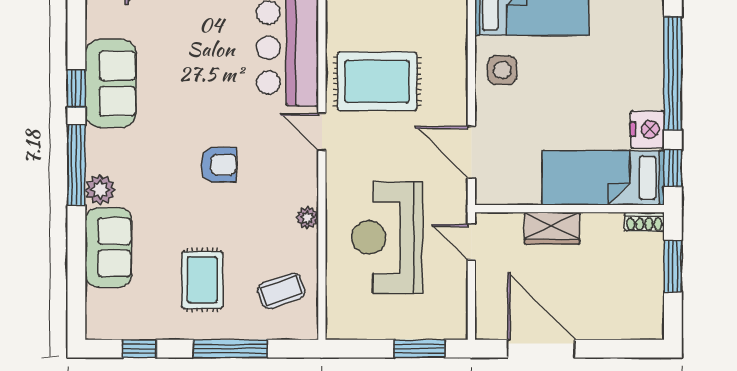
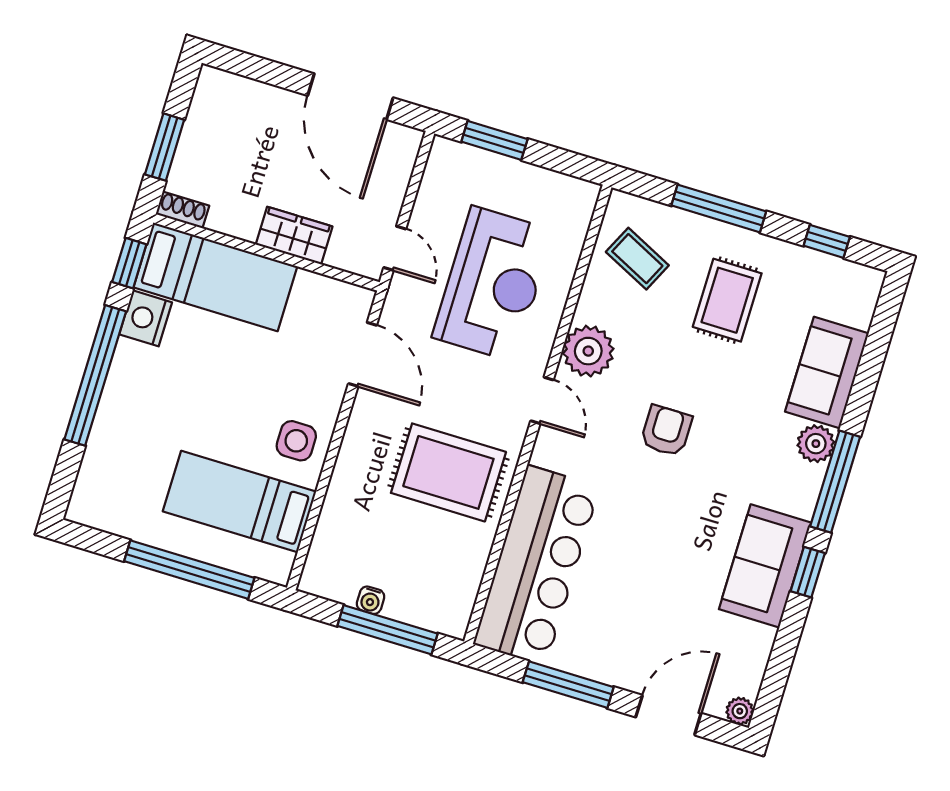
door: (322, 132) -> (542, 400), moved
armchair: (219, 165) -> (666, 431), turned 90
plant: (307, 218) -> (588, 351), width x1.88, depth x1.88
coffee table: (281, 291) -> (637, 259), turned 45

